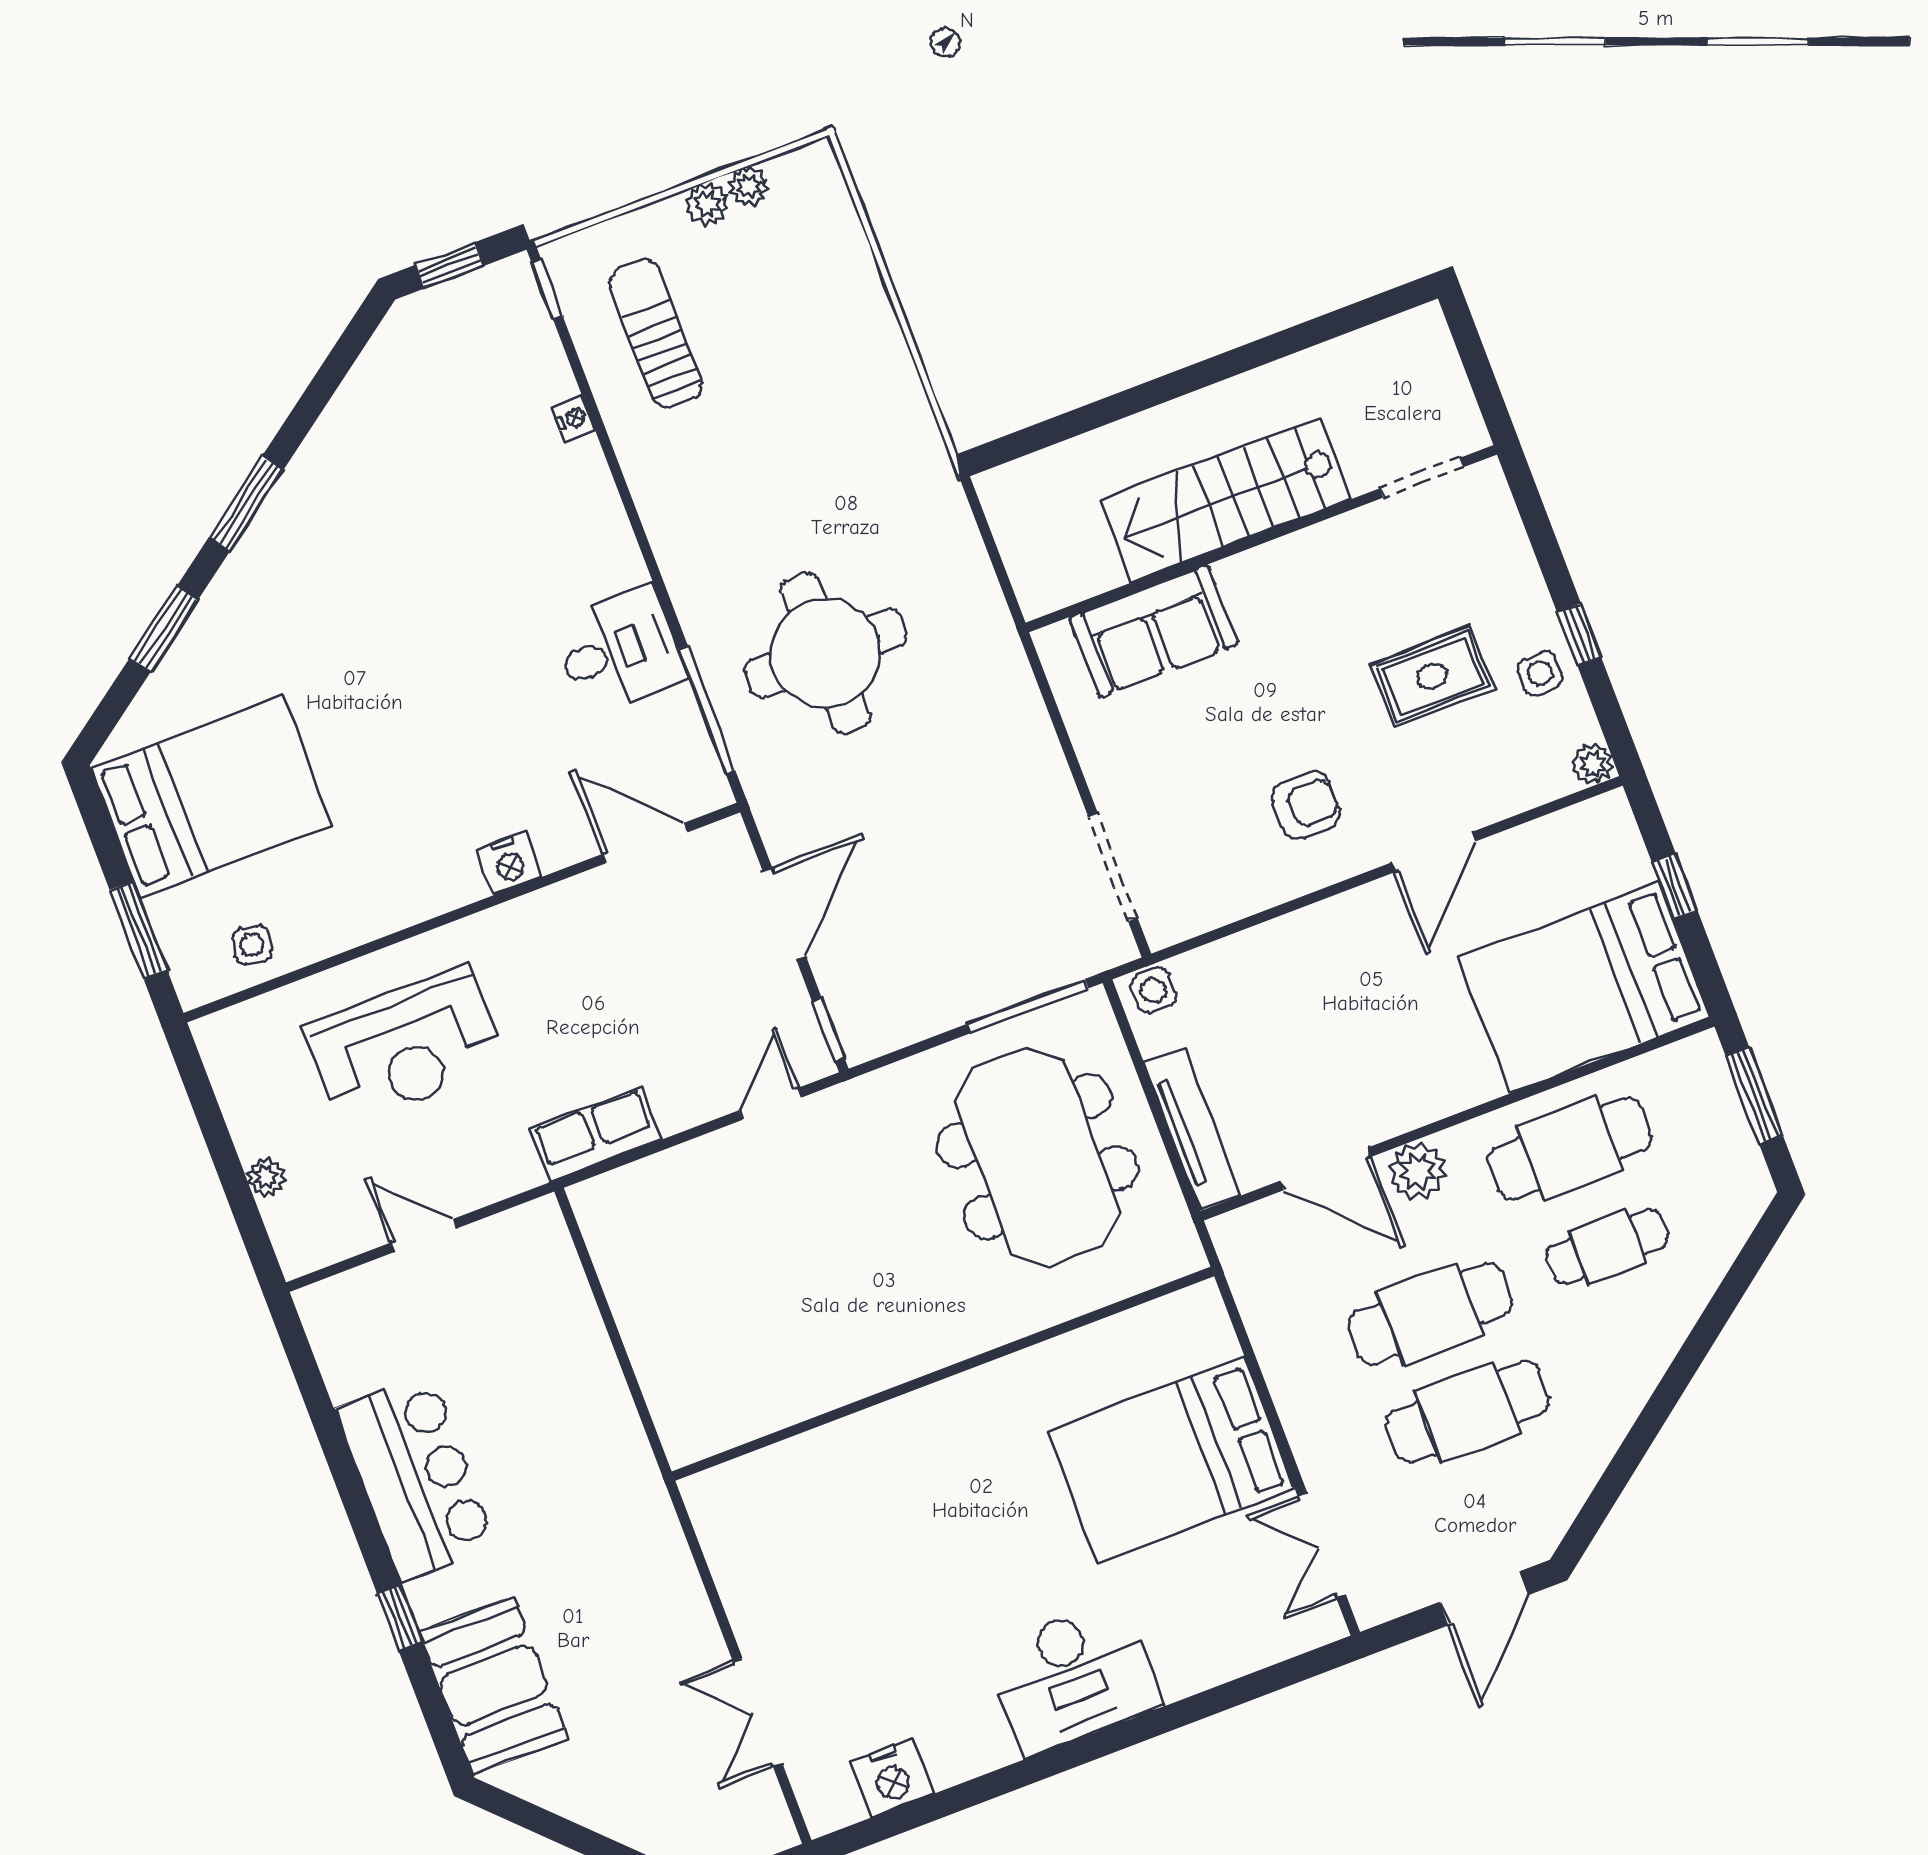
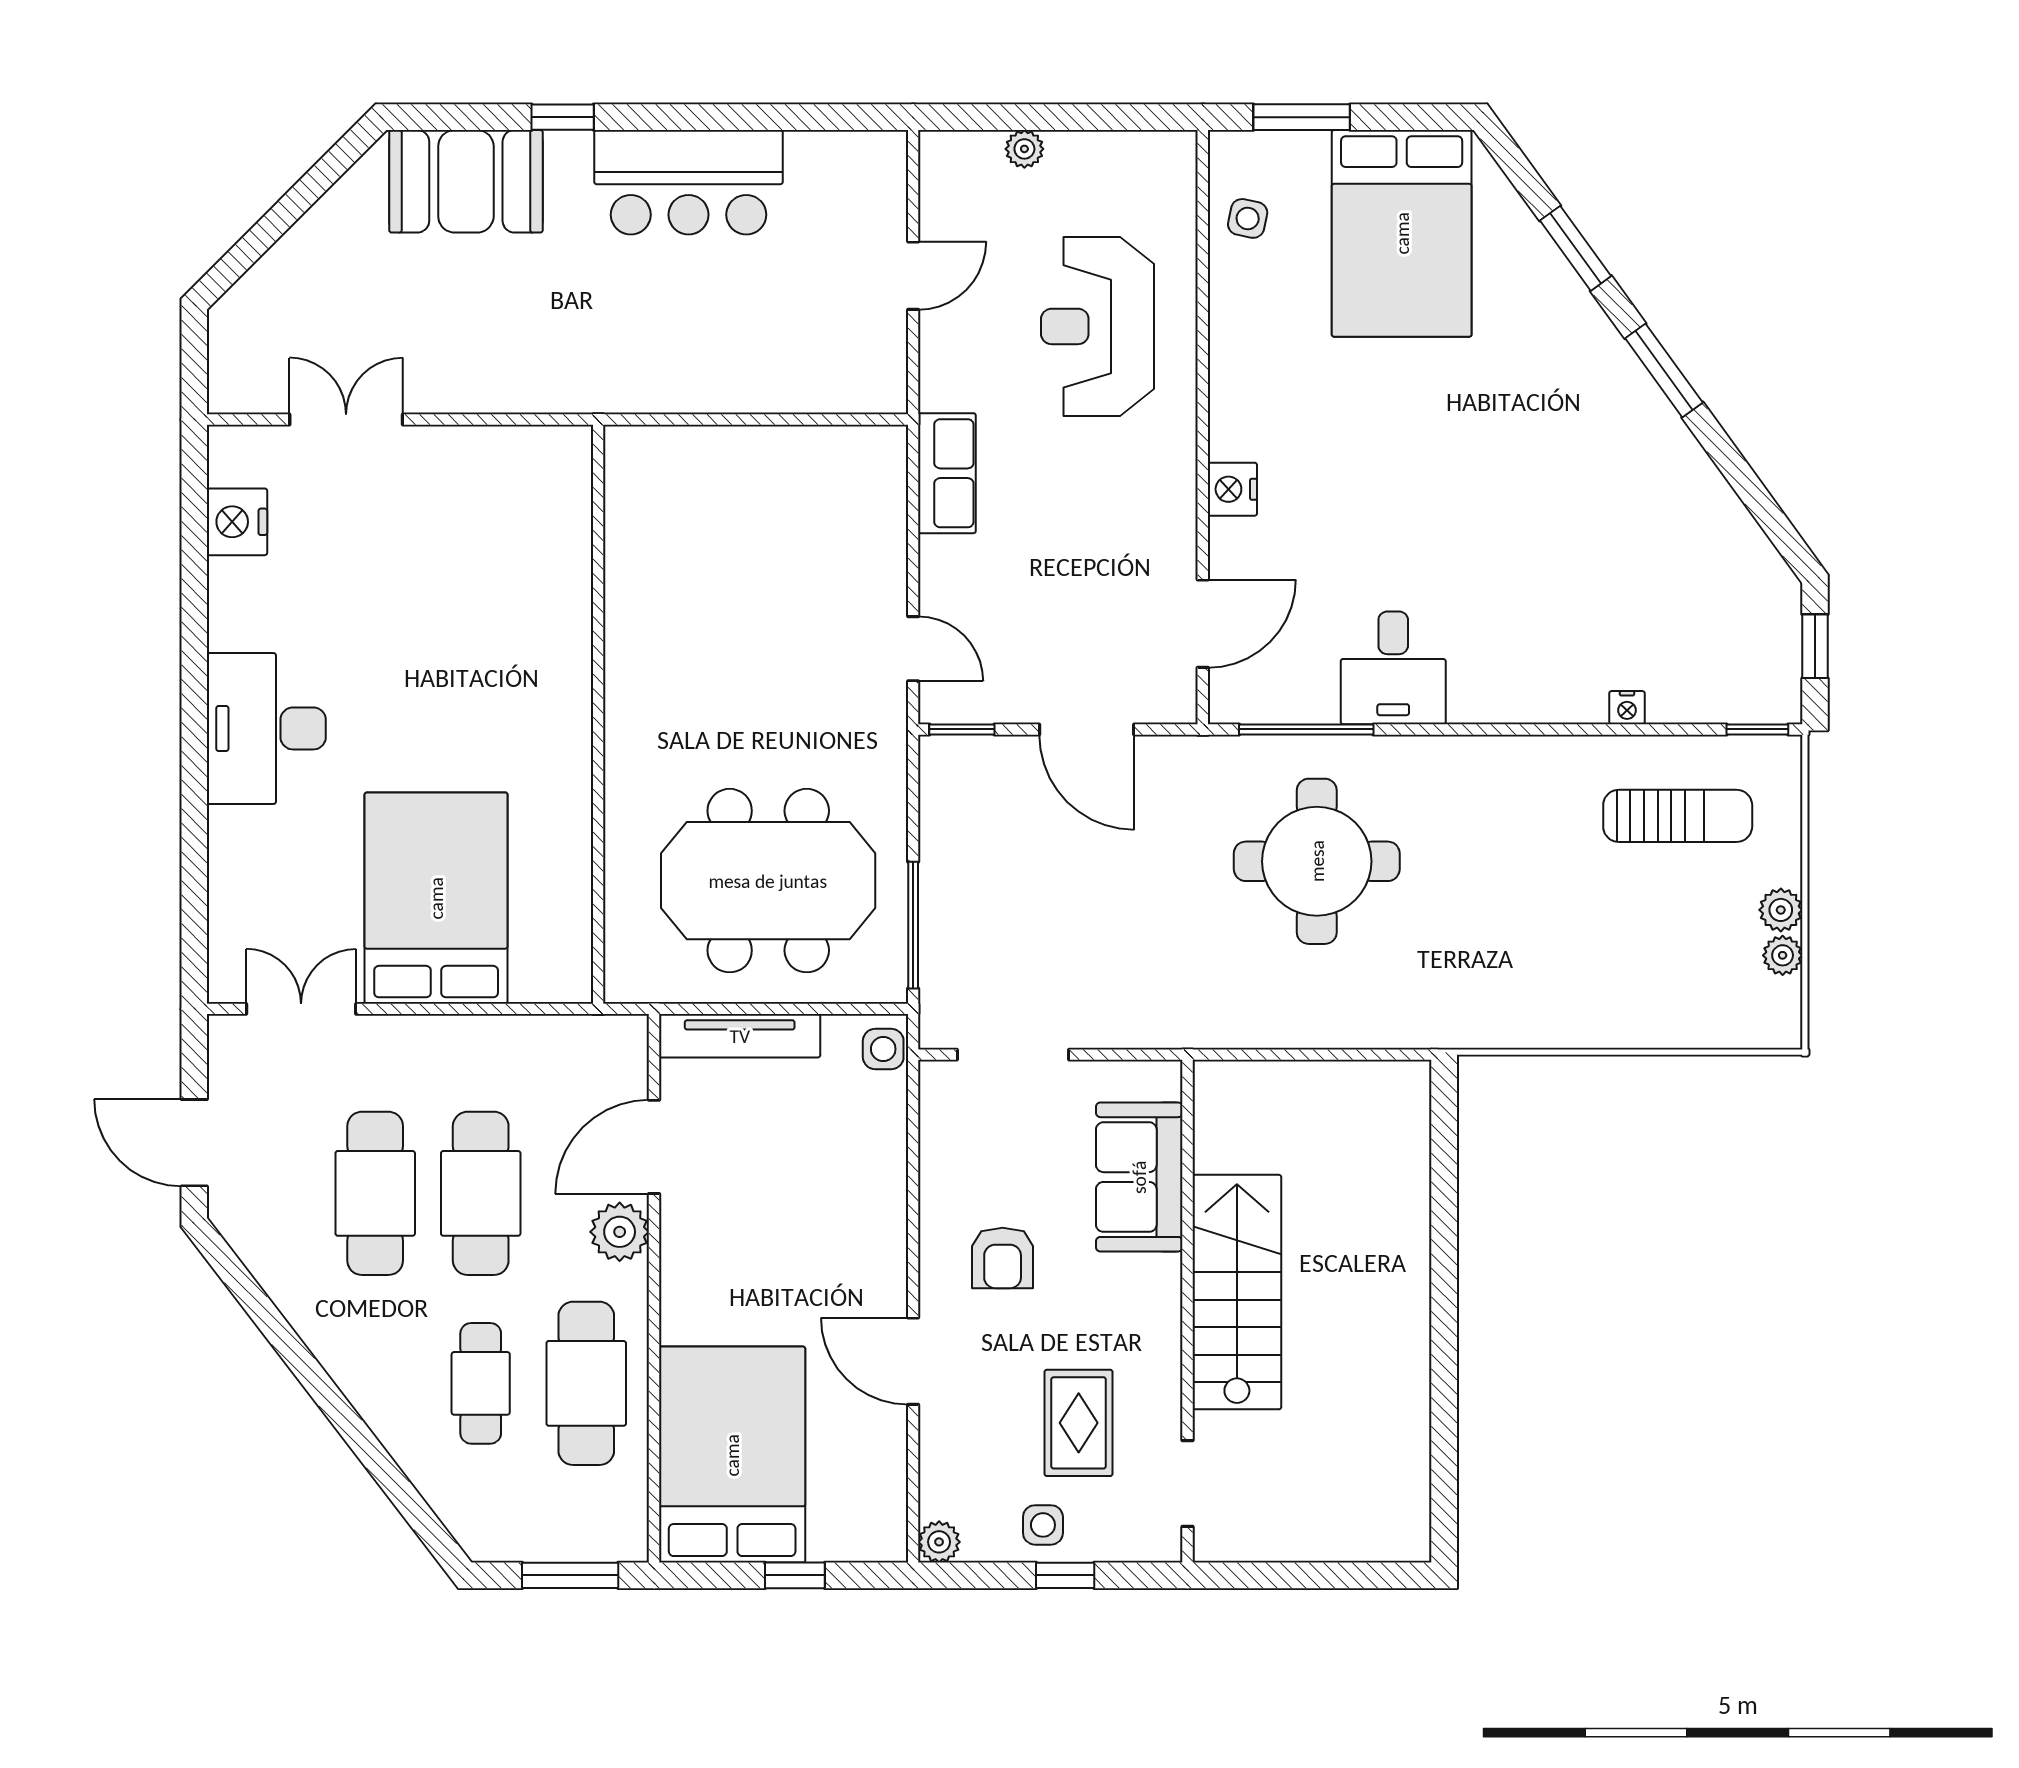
doorway: (1422, 478) -> (1188, 1483), moved
stairs: (1226, 499) -> (1237, 1292), moved
wall: (1261, 539) -> (1188, 1311), moved
sofa: (1153, 631) -> (1139, 1177), moved

